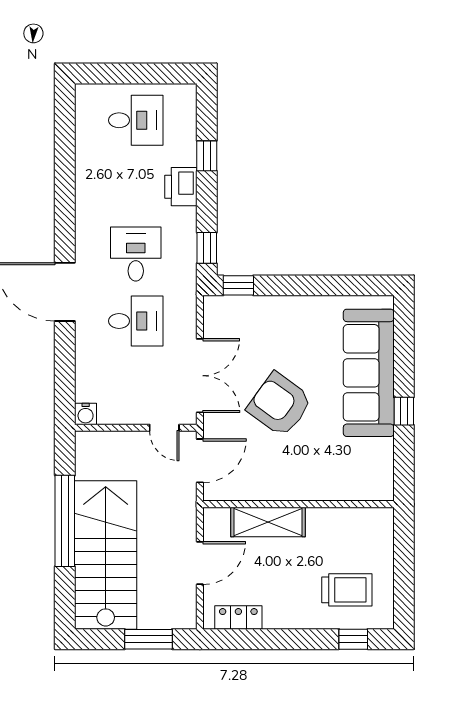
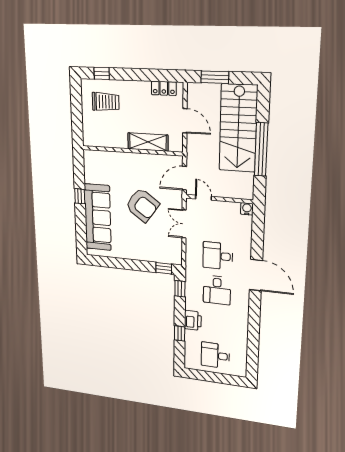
double door: (200, 376) -> (184, 224), width x0.73
door: (200, 563) -> (185, 121), swing flipped
trolley: (347, 590) -> (106, 102), turned 180

